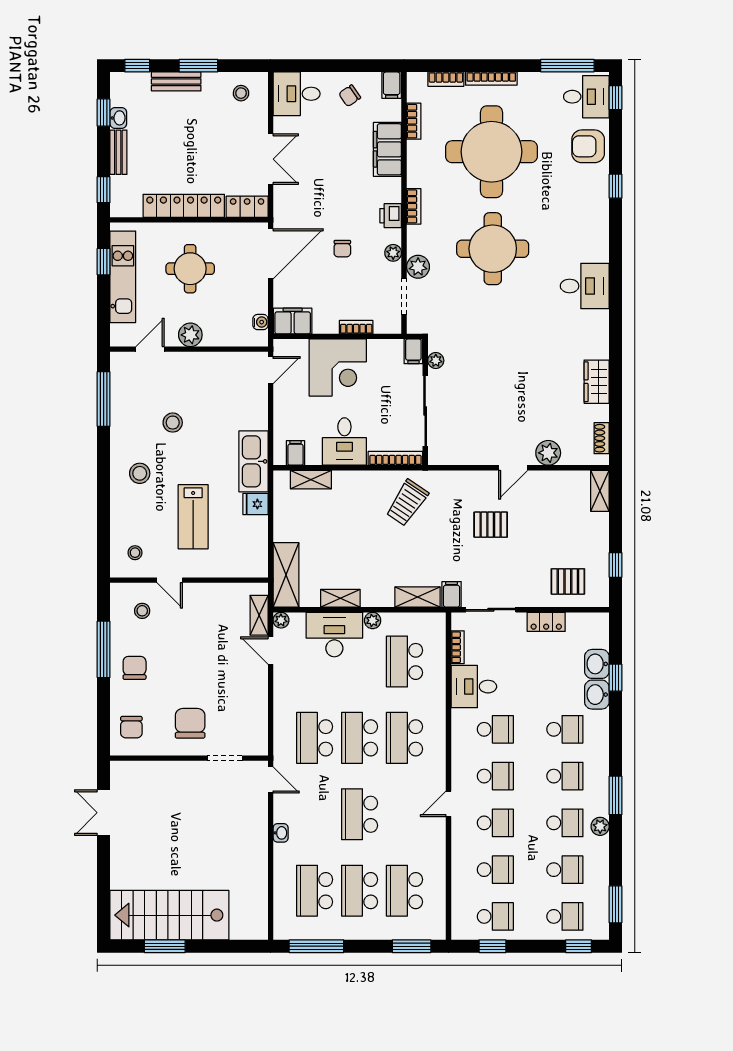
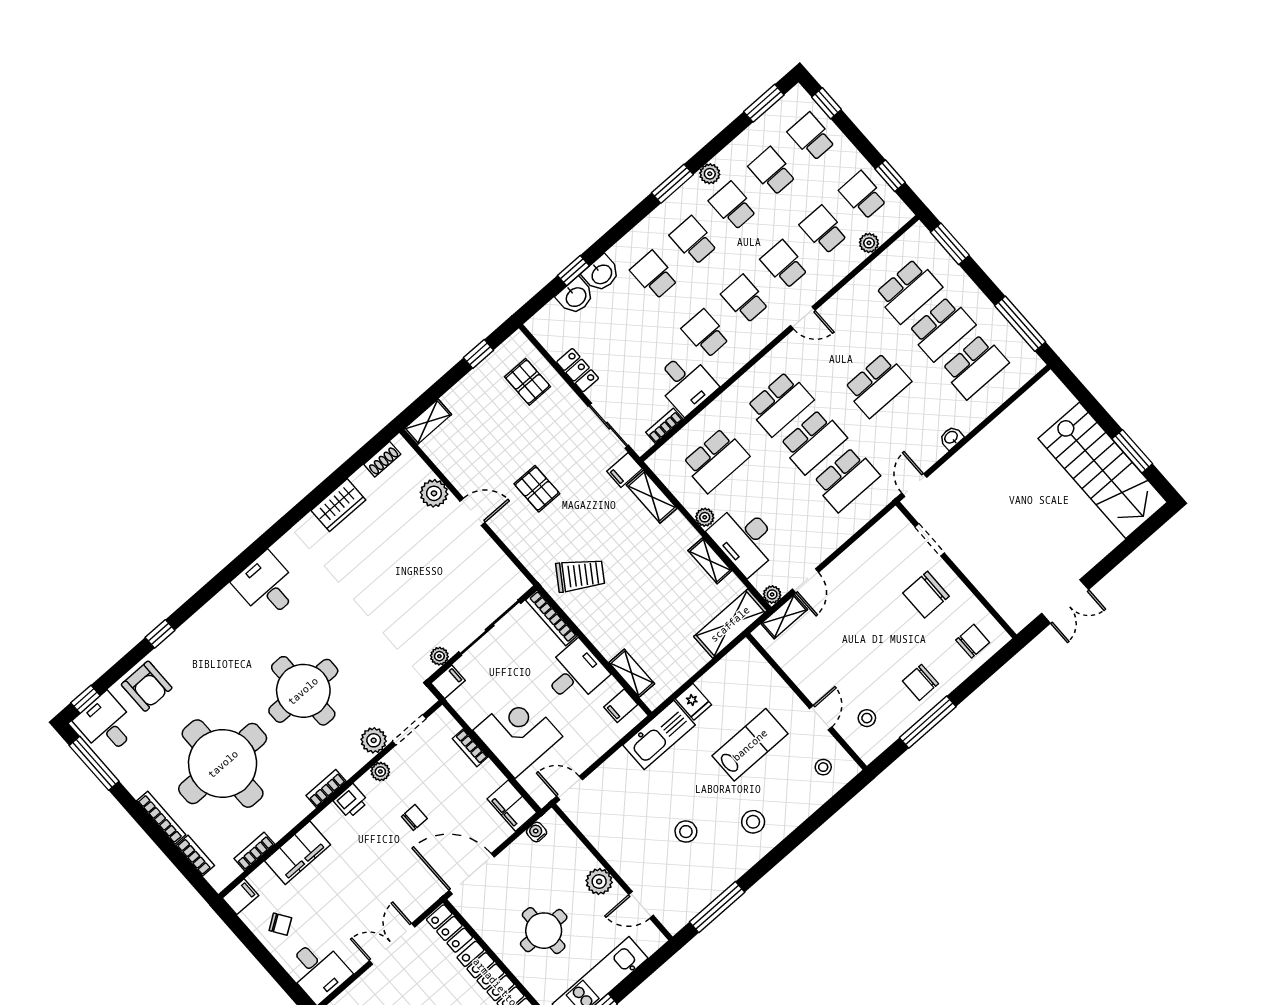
plant: (460, 892) -> (869, 243), added

